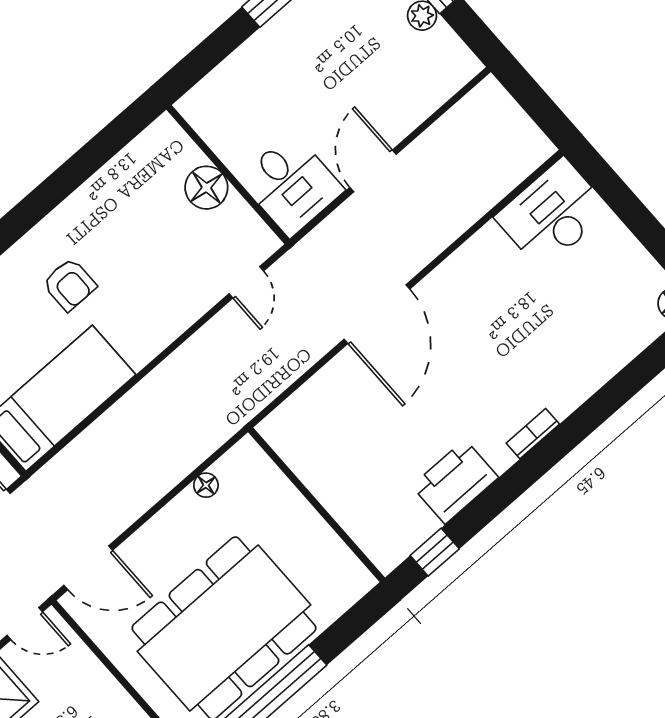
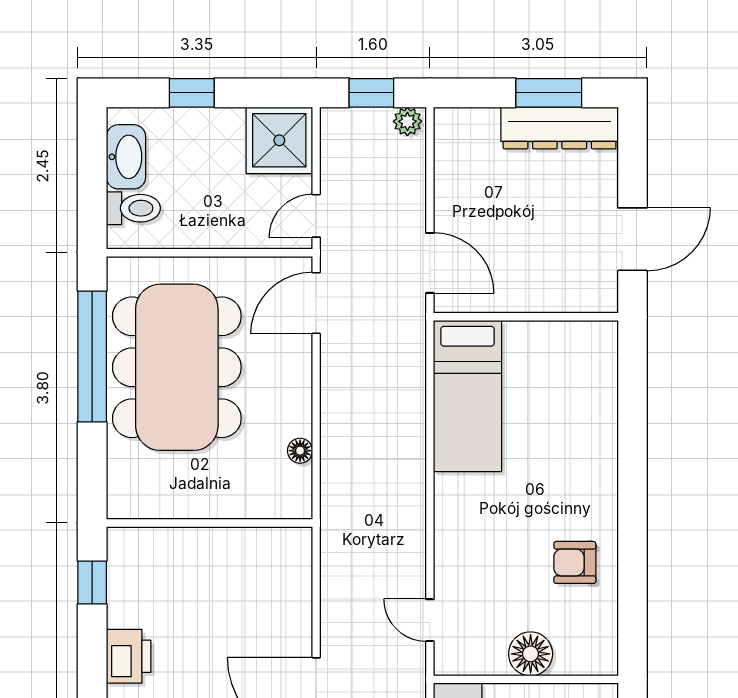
armchair: (69, 285) -> (575, 562), moved
printer: (455, 482) -> (129, 656), width x0.73, depth x0.84

